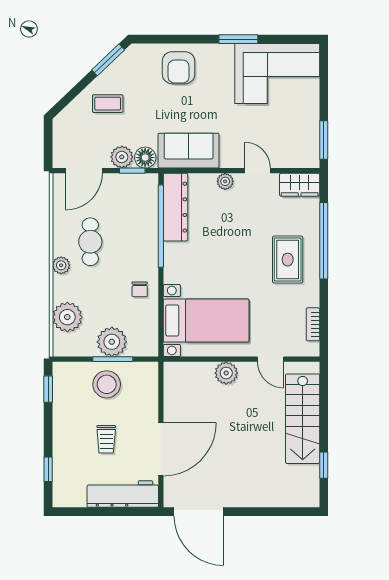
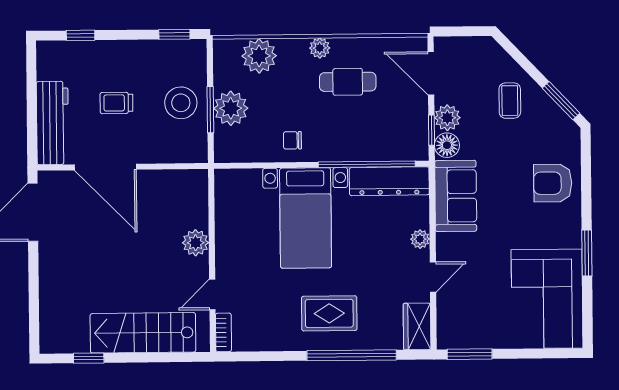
bed with nightstands: (206, 320) -> (306, 218), moved
bookcase: (313, 324) -> (223, 332), moved, turned 90

